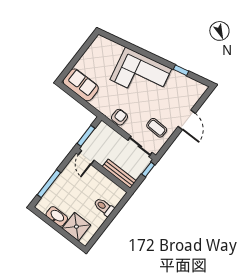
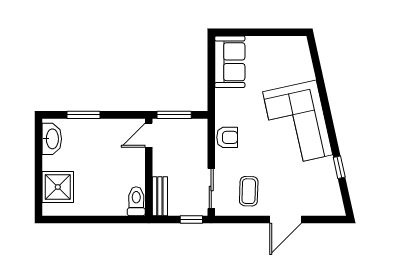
bench: (119, 174) -> (160, 196), width x0.73
window: (49, 184) -> (83, 115), width x0.69
toilet: (104, 207) -> (136, 201), moved
washbasin: (57, 216) -> (52, 139), moved

